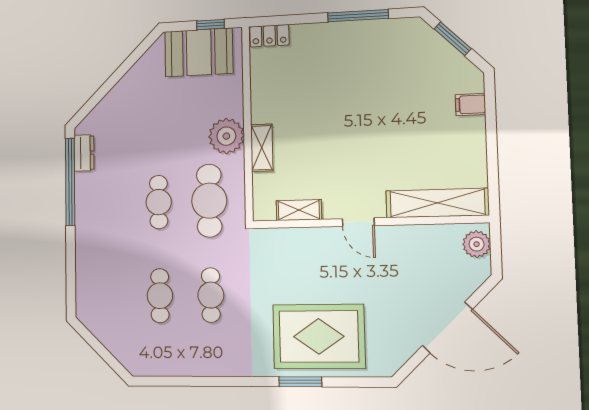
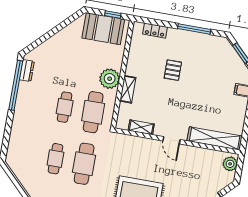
locker: (269, 36) -> (155, 31), moved
pallet: (335, 97) -> (173, 70), added
cafe table: (211, 295) -> (84, 164), width x1.37, depth x1.35

